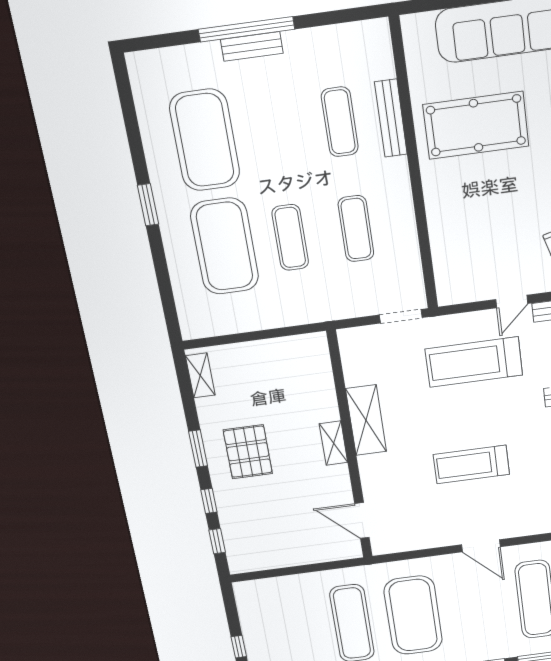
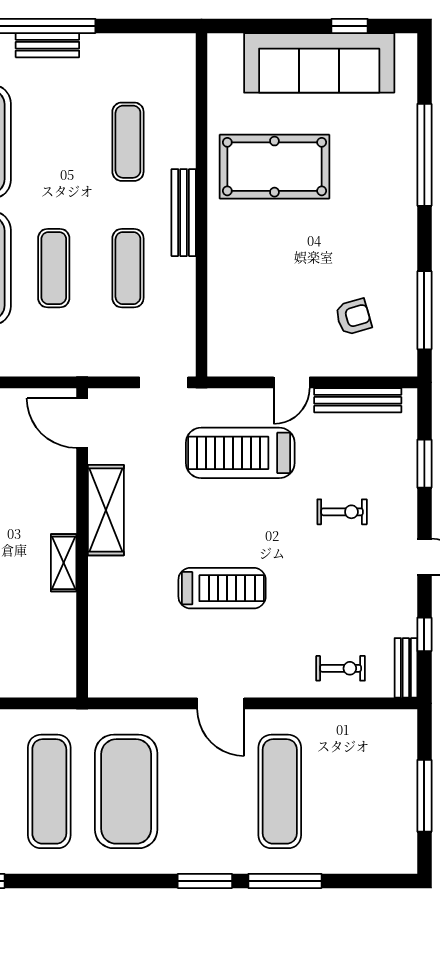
bench: (391, 118) -> (184, 213), moved
shelving: (334, 443) -> (64, 563), moved
treadmill: (471, 464) -> (222, 588), turned 180
door: (362, 520) -> (82, 423), moved

